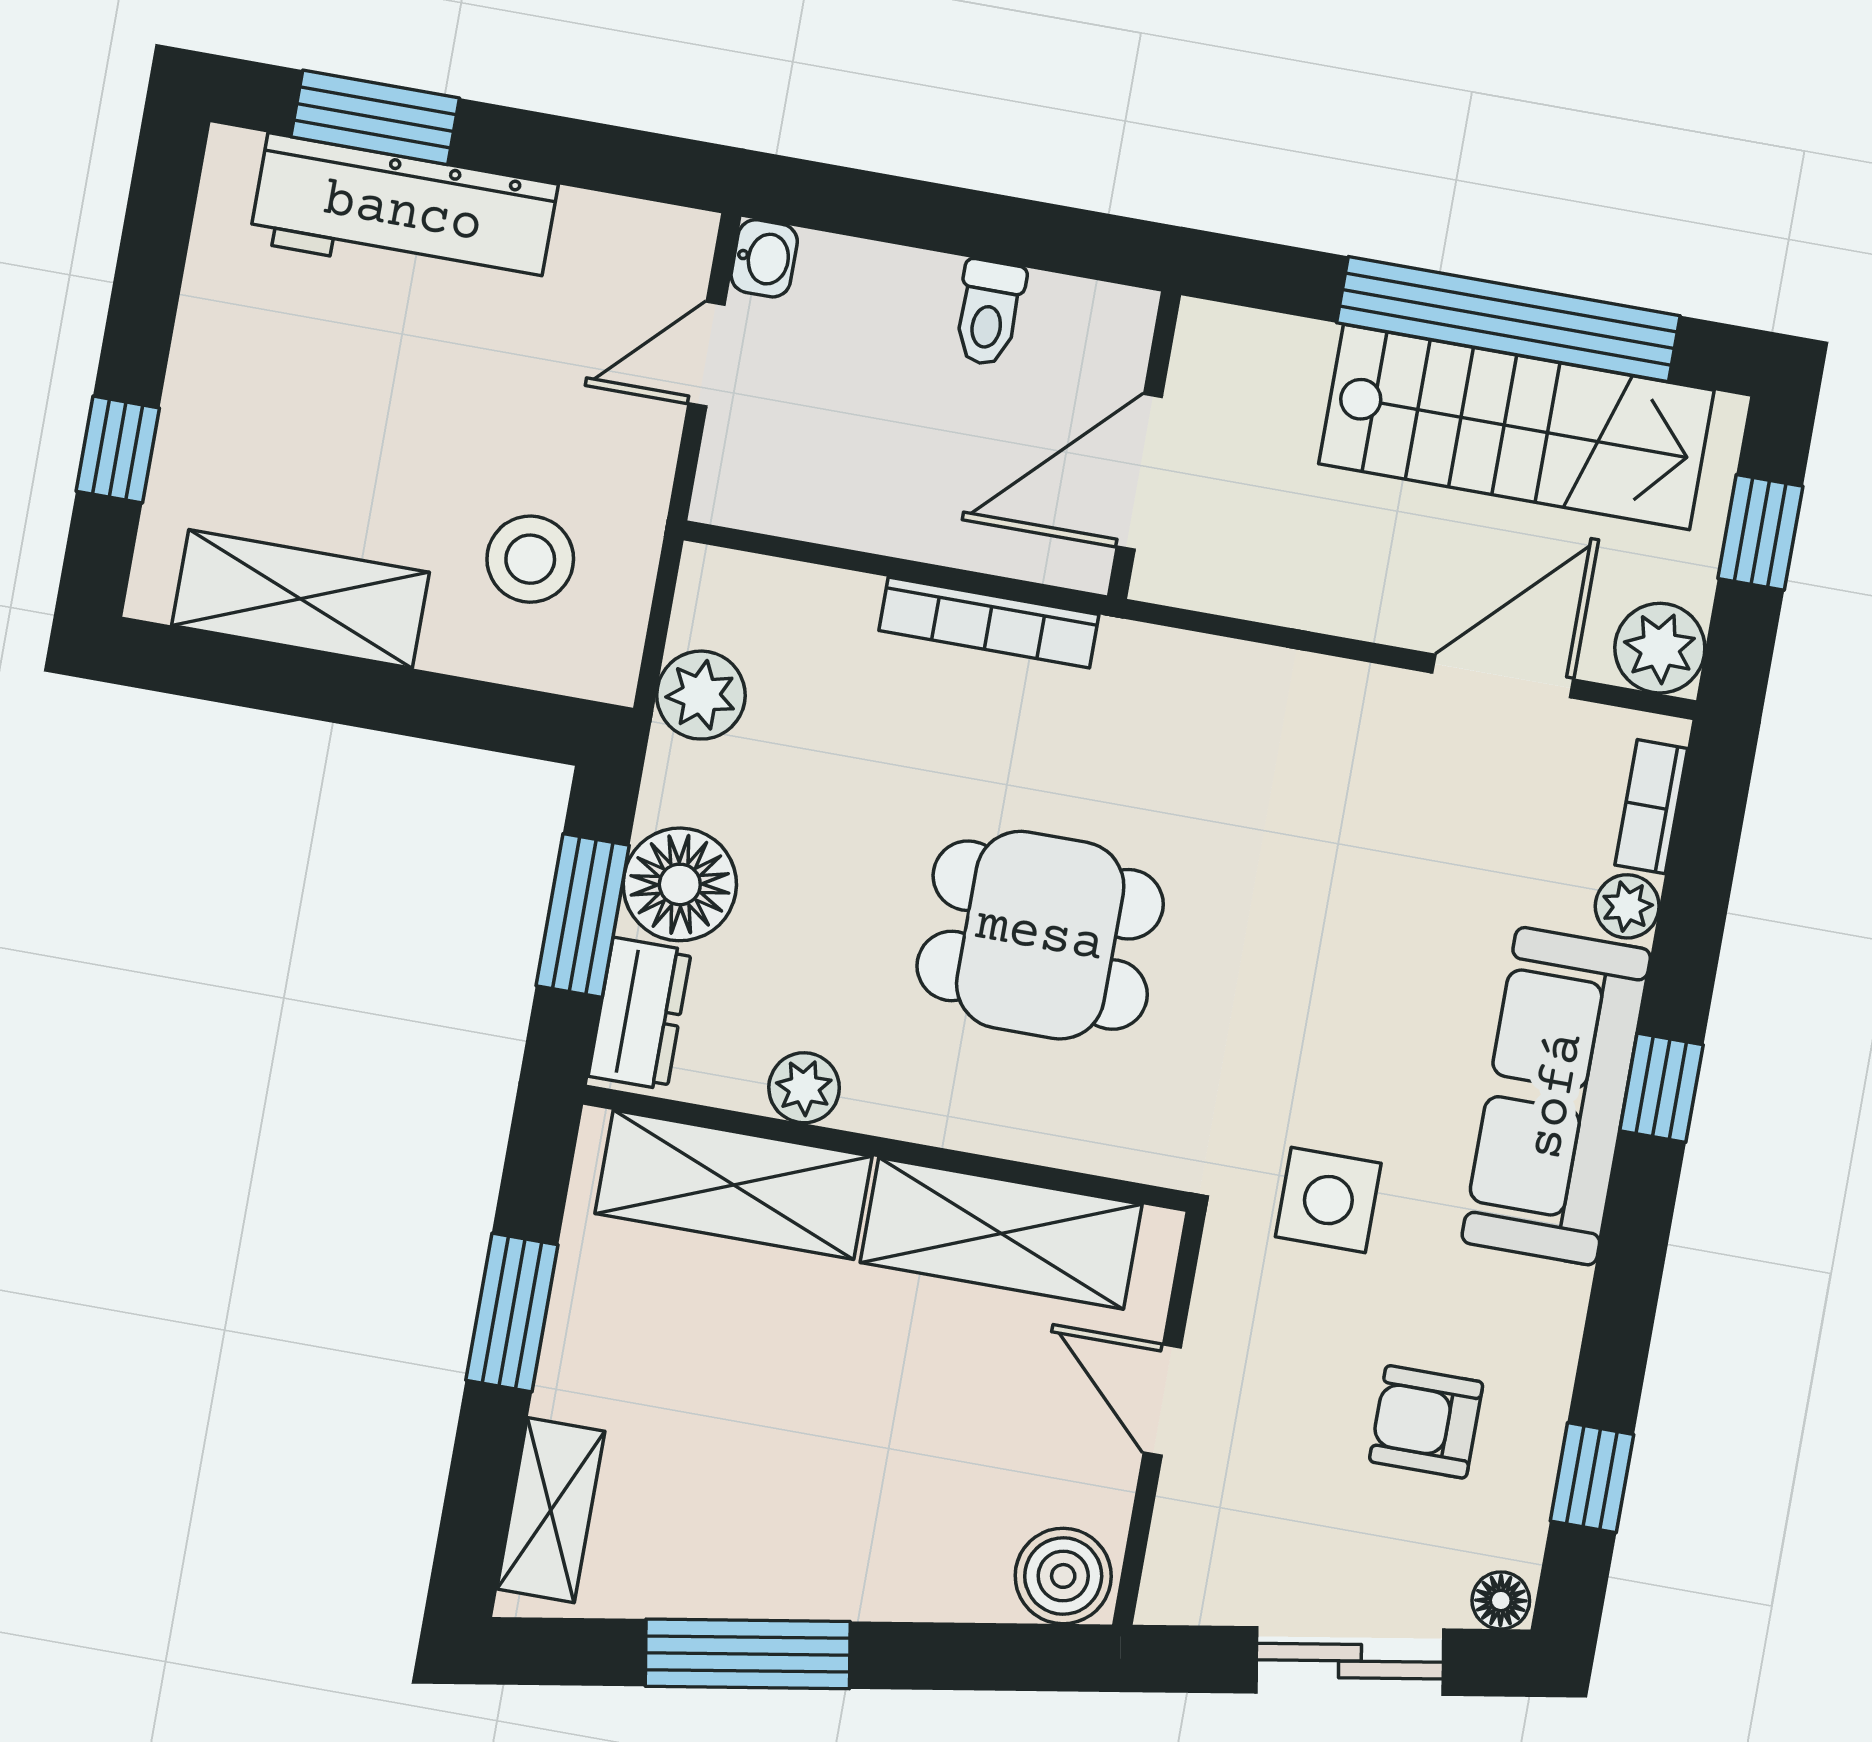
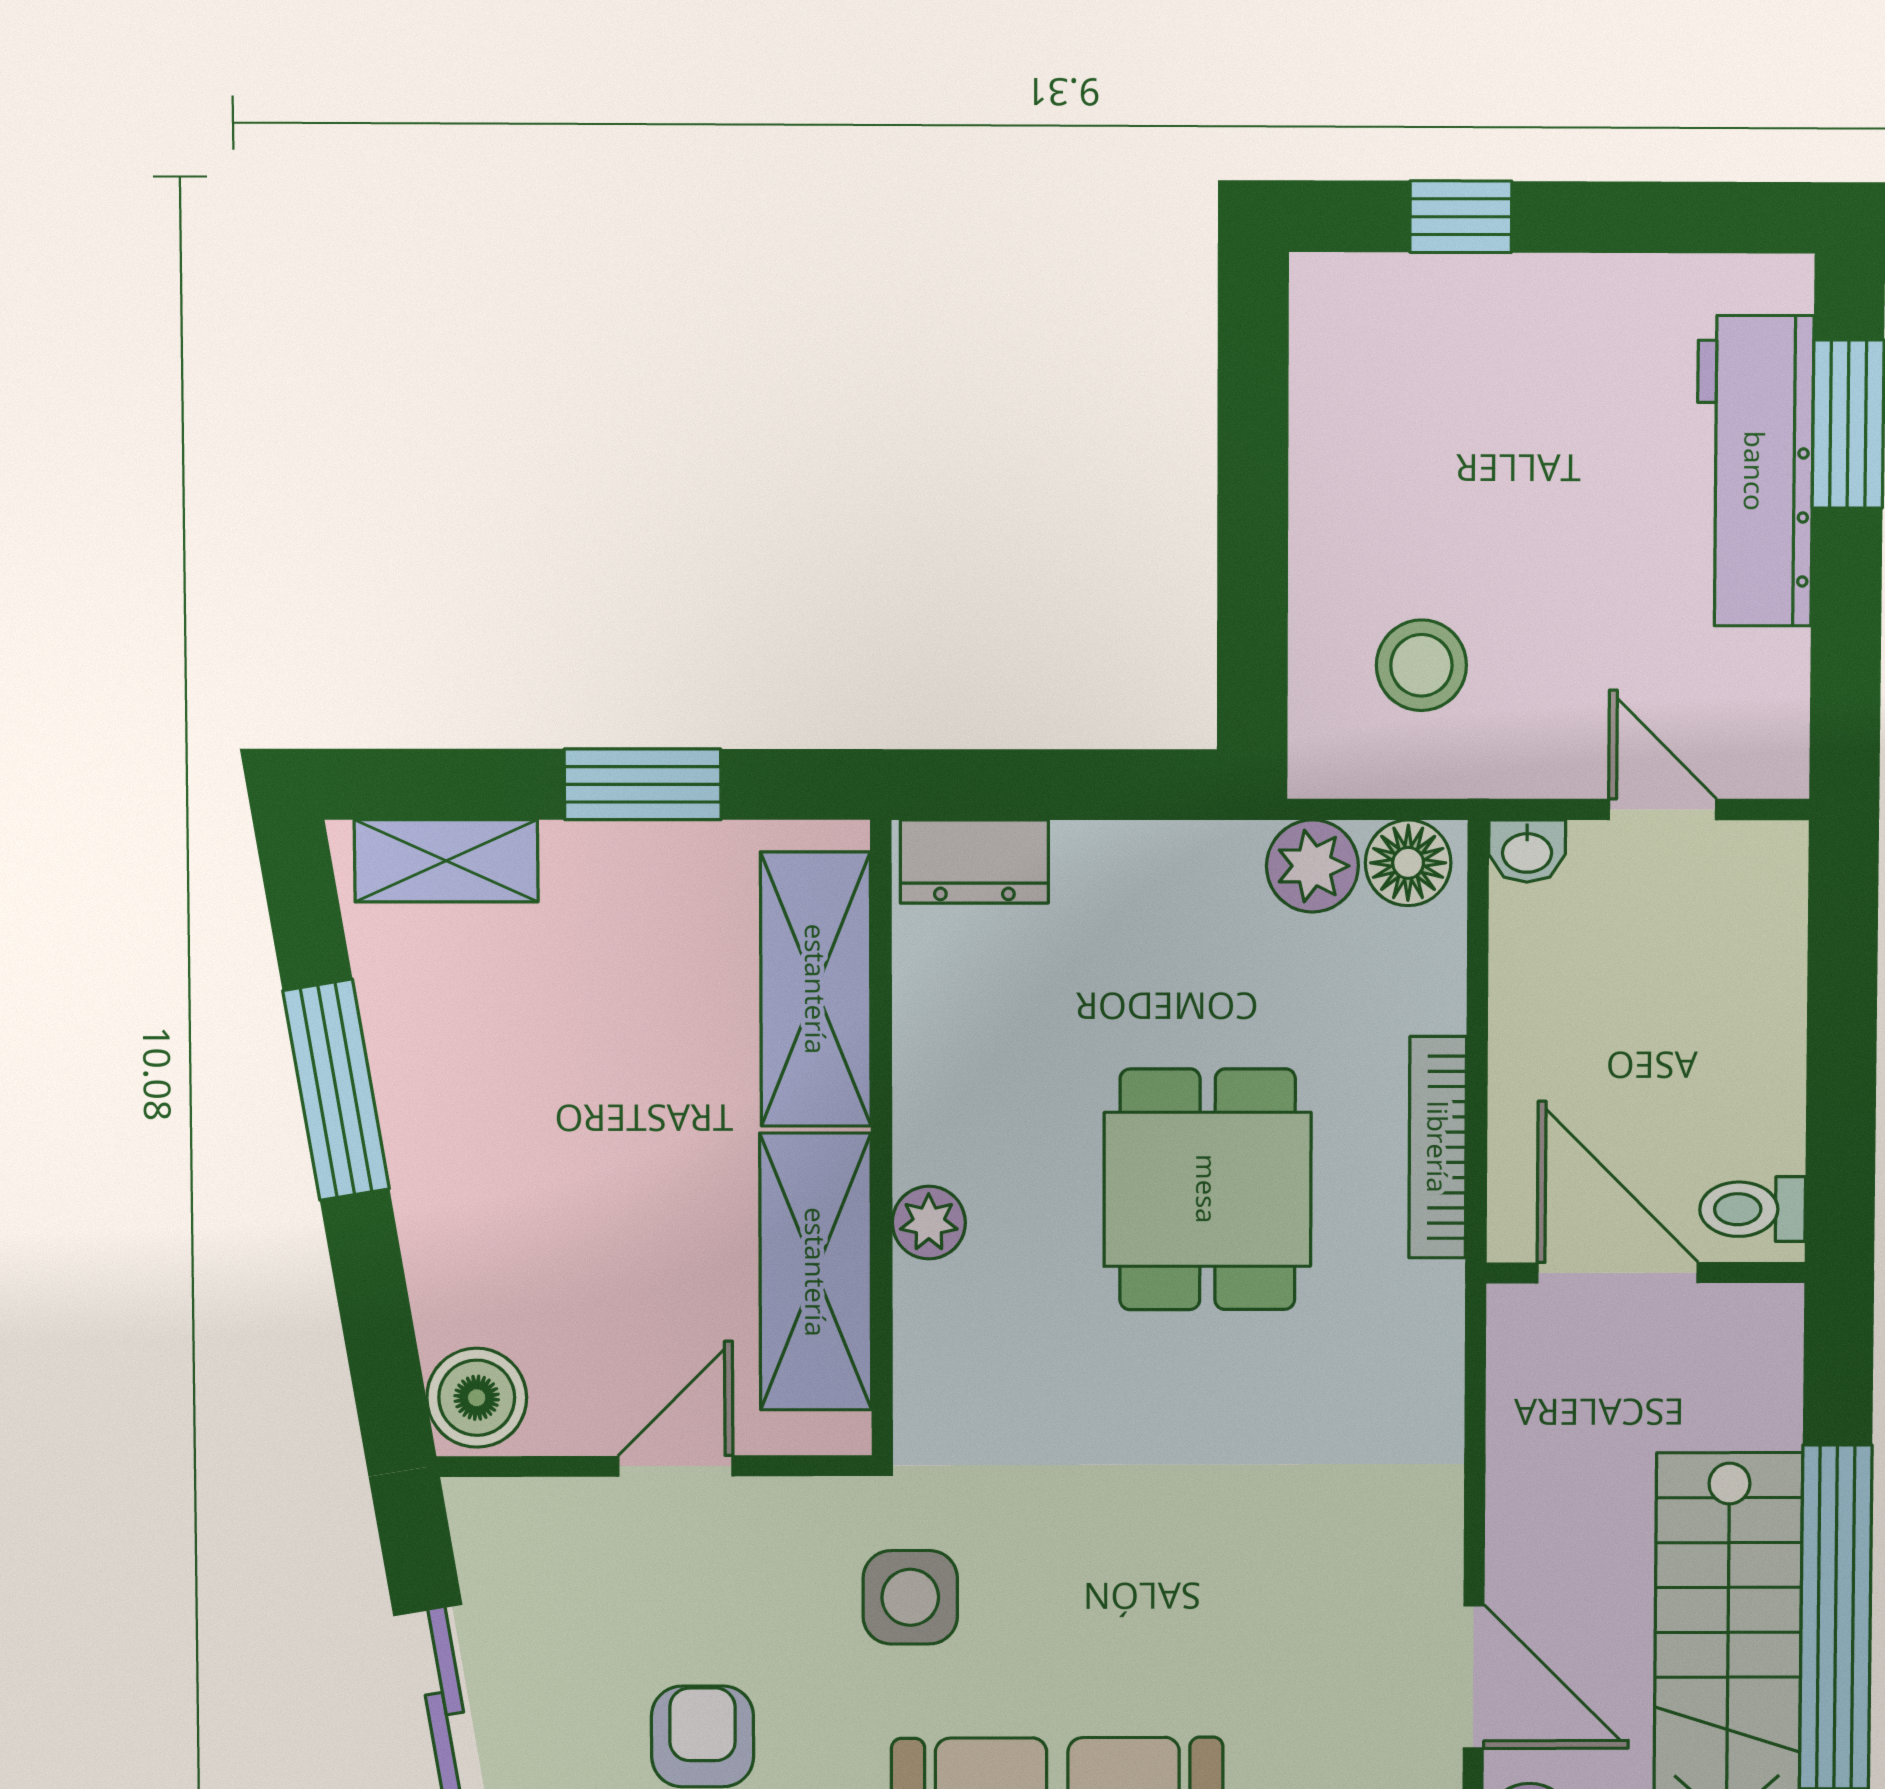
washbasin: (764, 258) -> (1527, 851), moved
toilet: (989, 313) -> (1752, 1209), moved
shelving: (301, 599) -> (1339, 435), removed
floor lamp: (680, 884) -> (1408, 863), moved, width x0.73, depth x0.73
window: (583, 915) -> (1065, 785), removed
dining table: (1040, 935) -> (1207, 1189), moved
plant: (804, 1088) -> (929, 1223), moved

